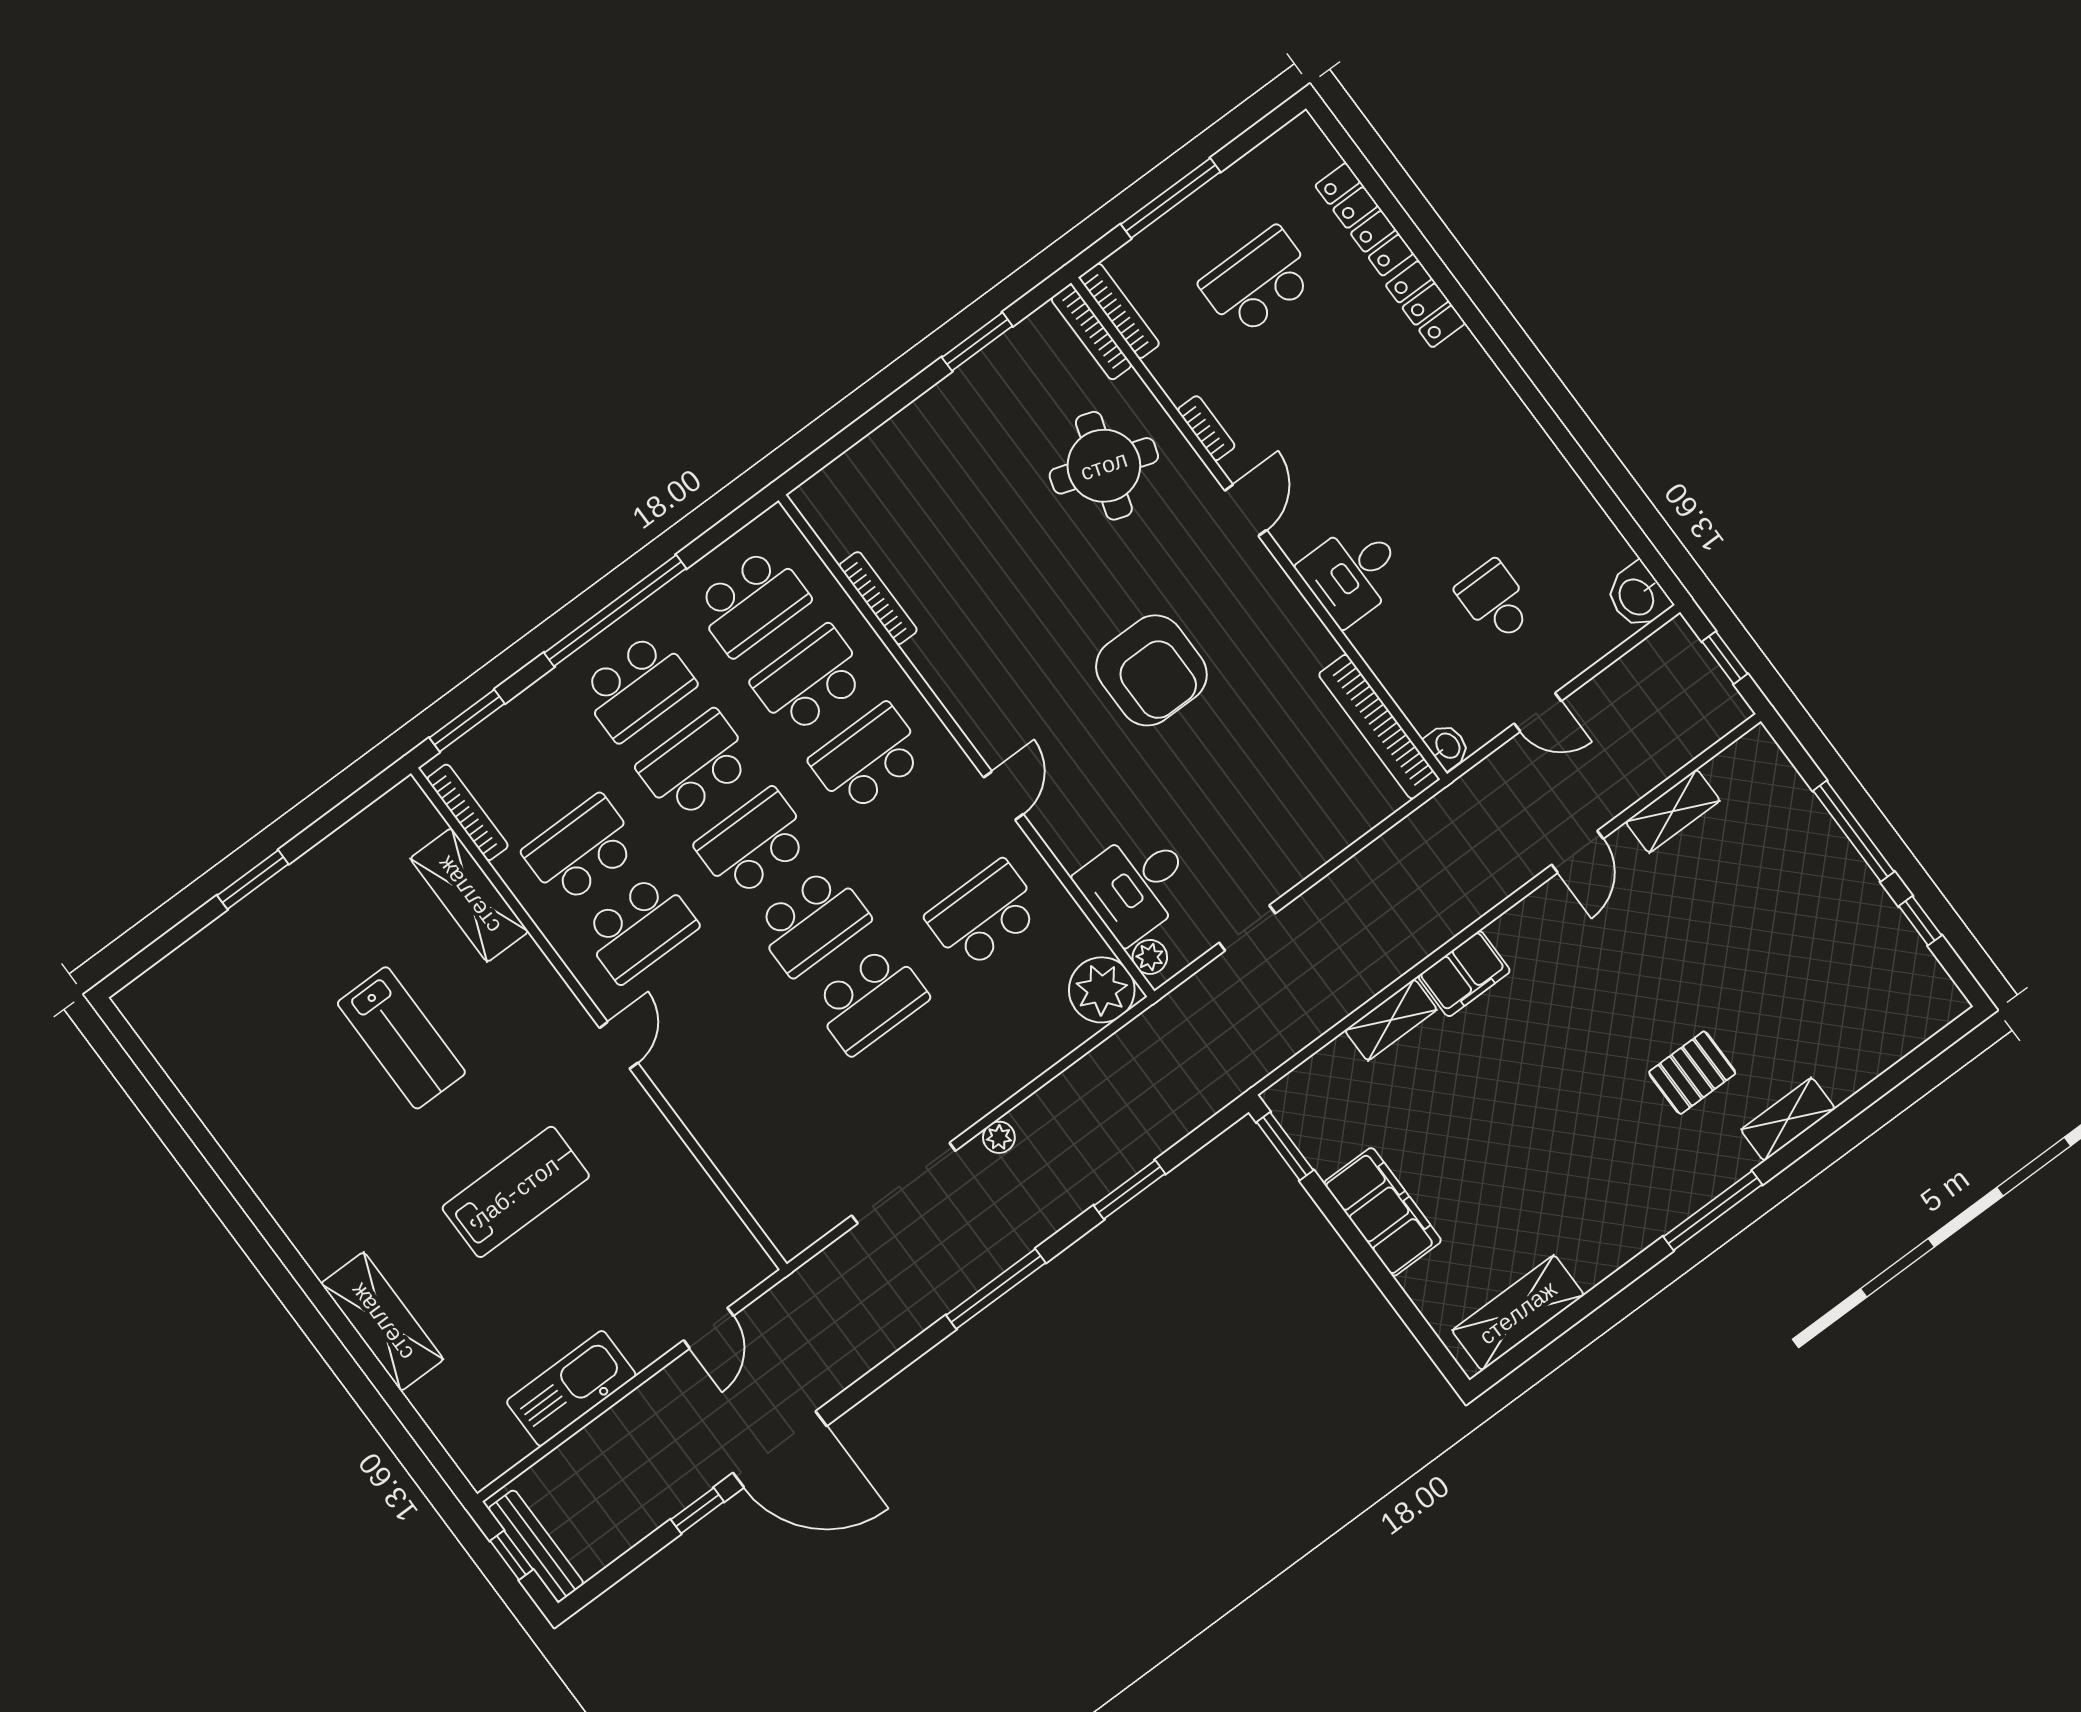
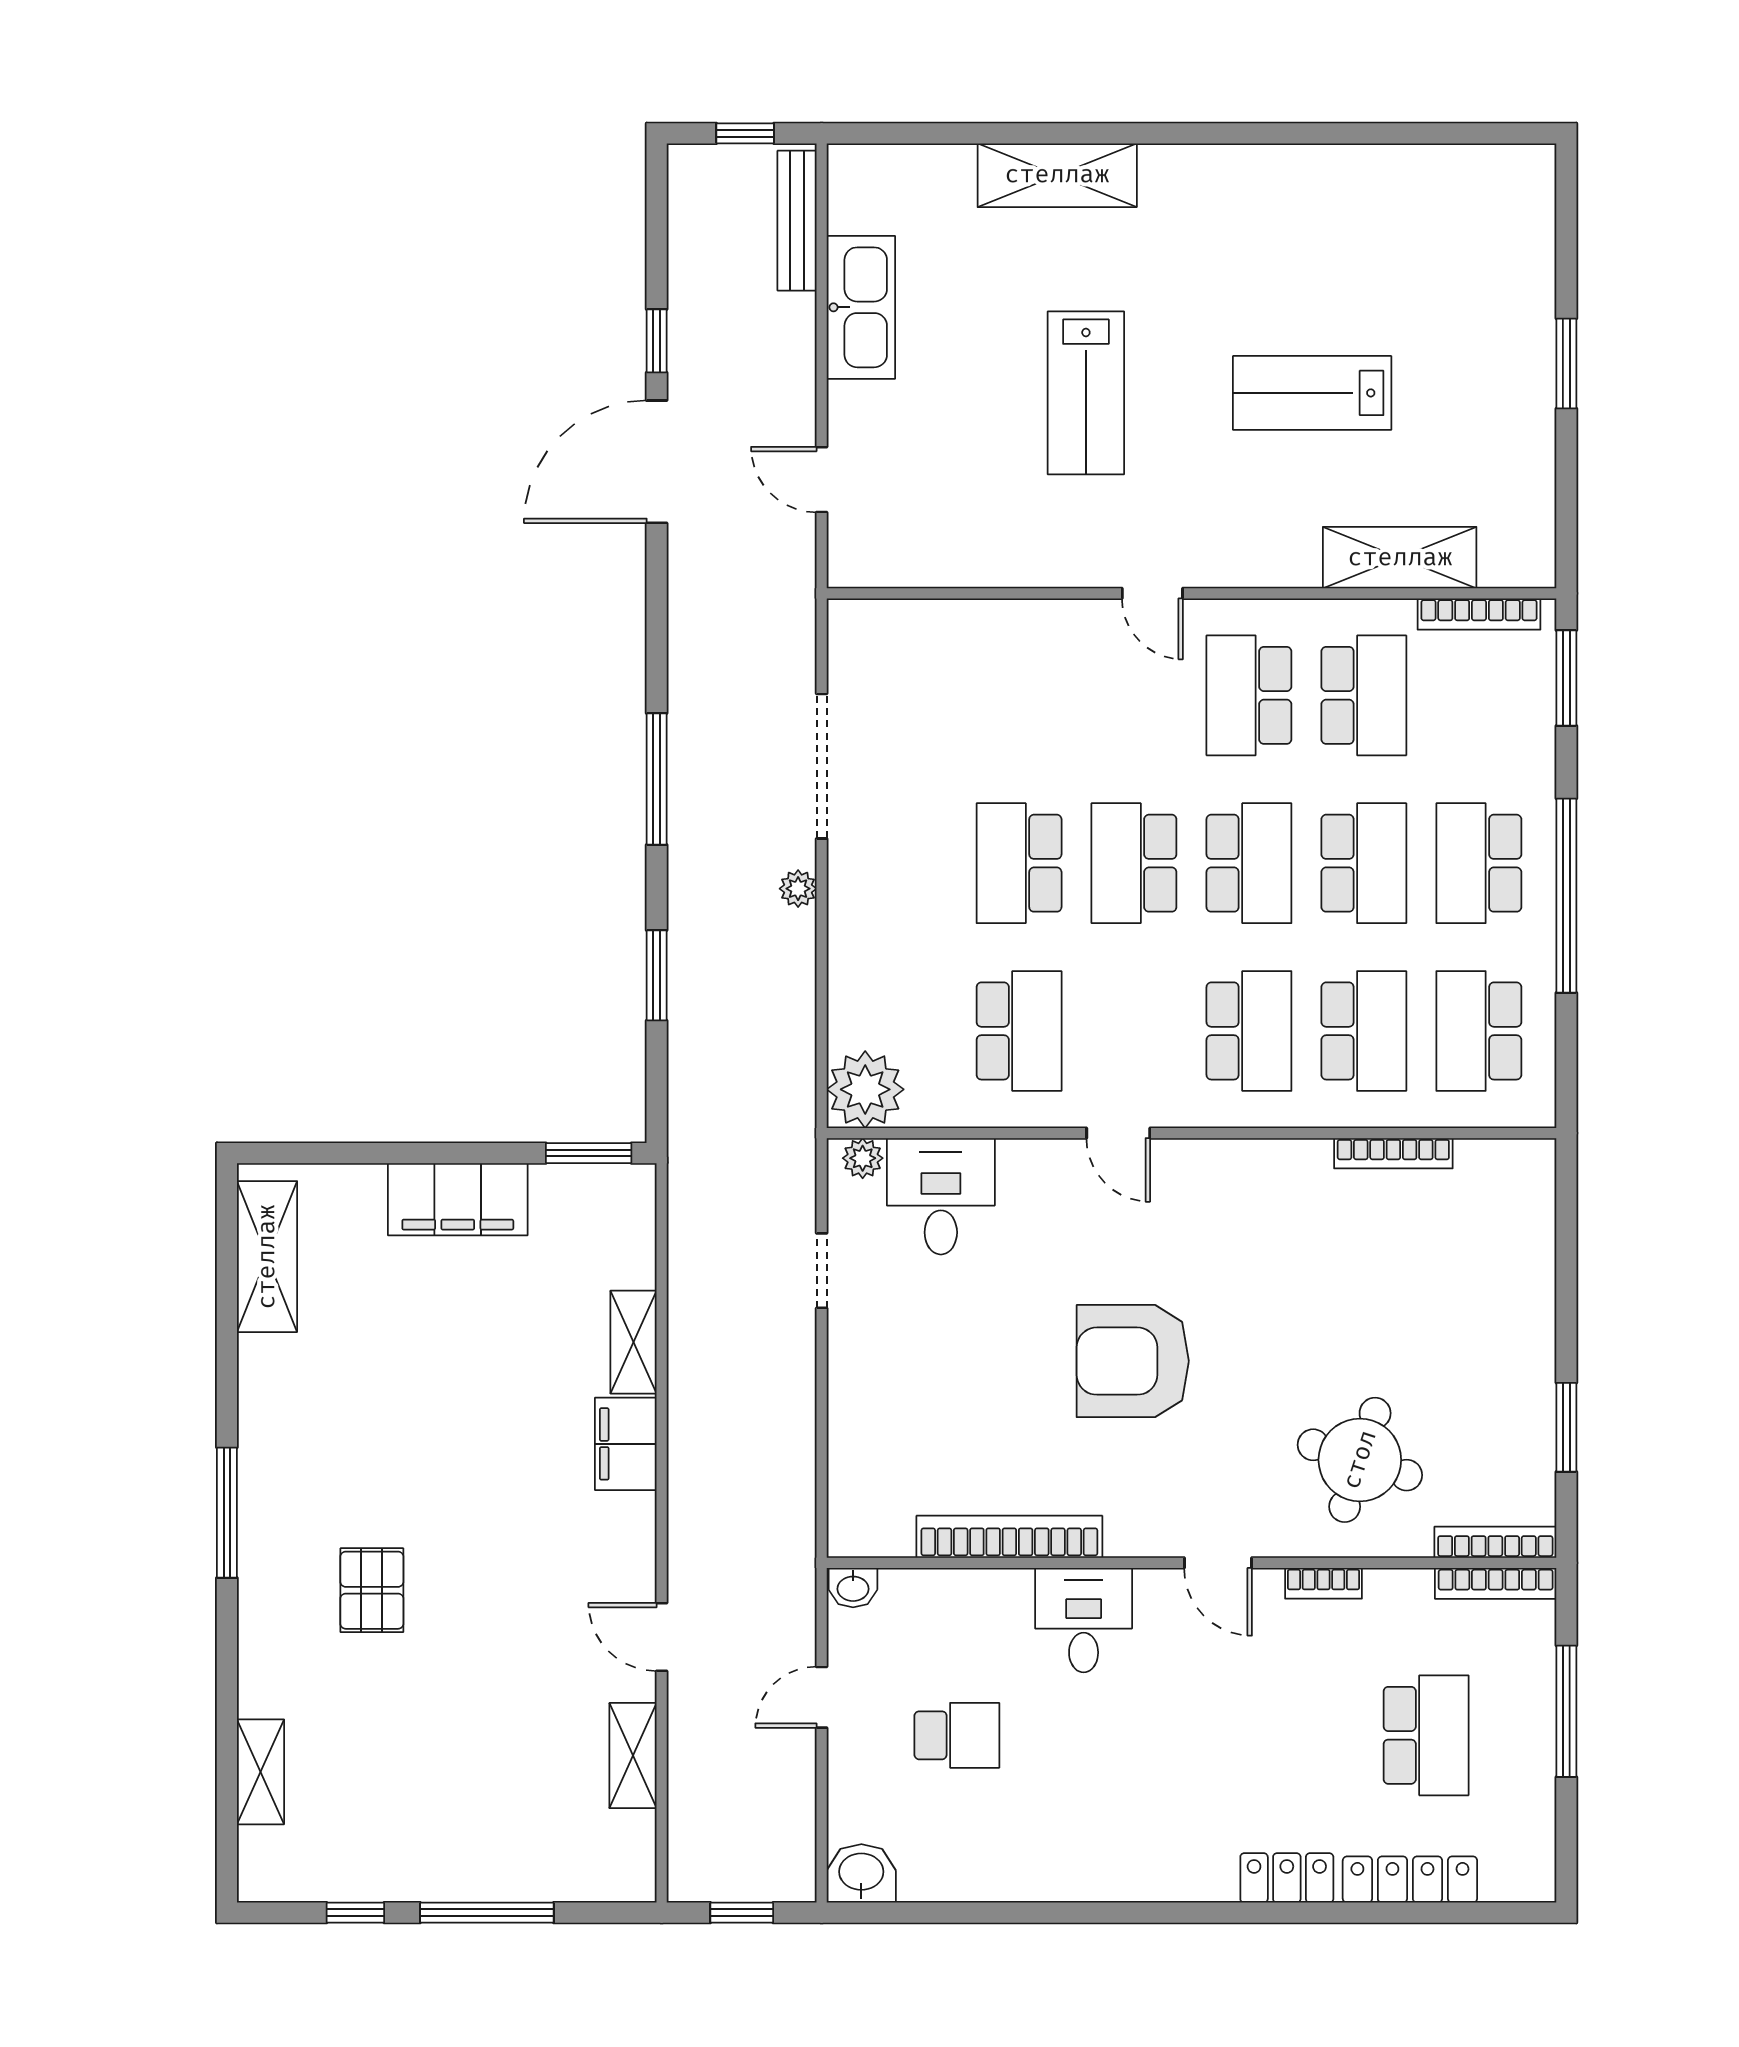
bookcase: (1379, 727) -> (1009, 1537), moved
shelving: (1788, 1119) -> (260, 1772), moved
bench: (536, 1546) -> (797, 221), moved, turned 90

